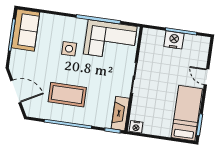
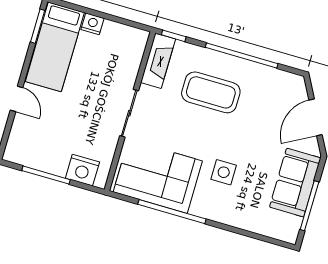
sofa: (26, 30) -> (295, 183), moved
nightstand: (174, 40) -> (82, 170), moved
door: (16, 91) -> (315, 117), hinge flipped
coffee table: (67, 95) -> (211, 92), moved
nightstand: (136, 127) -> (93, 24), moved

